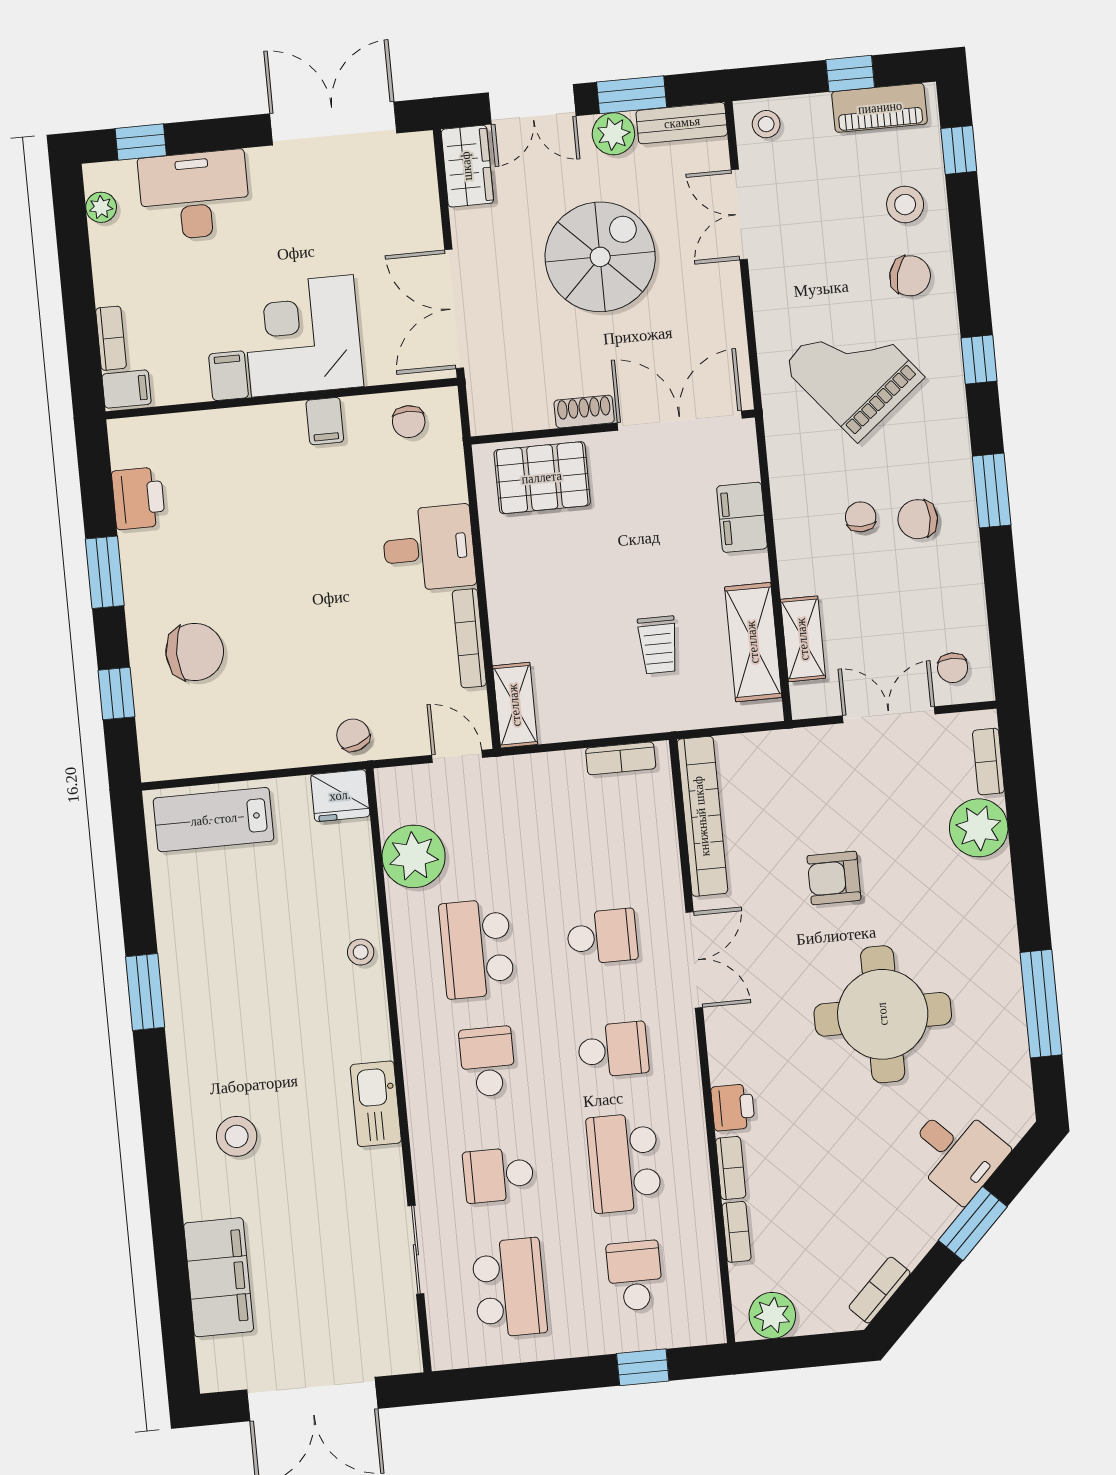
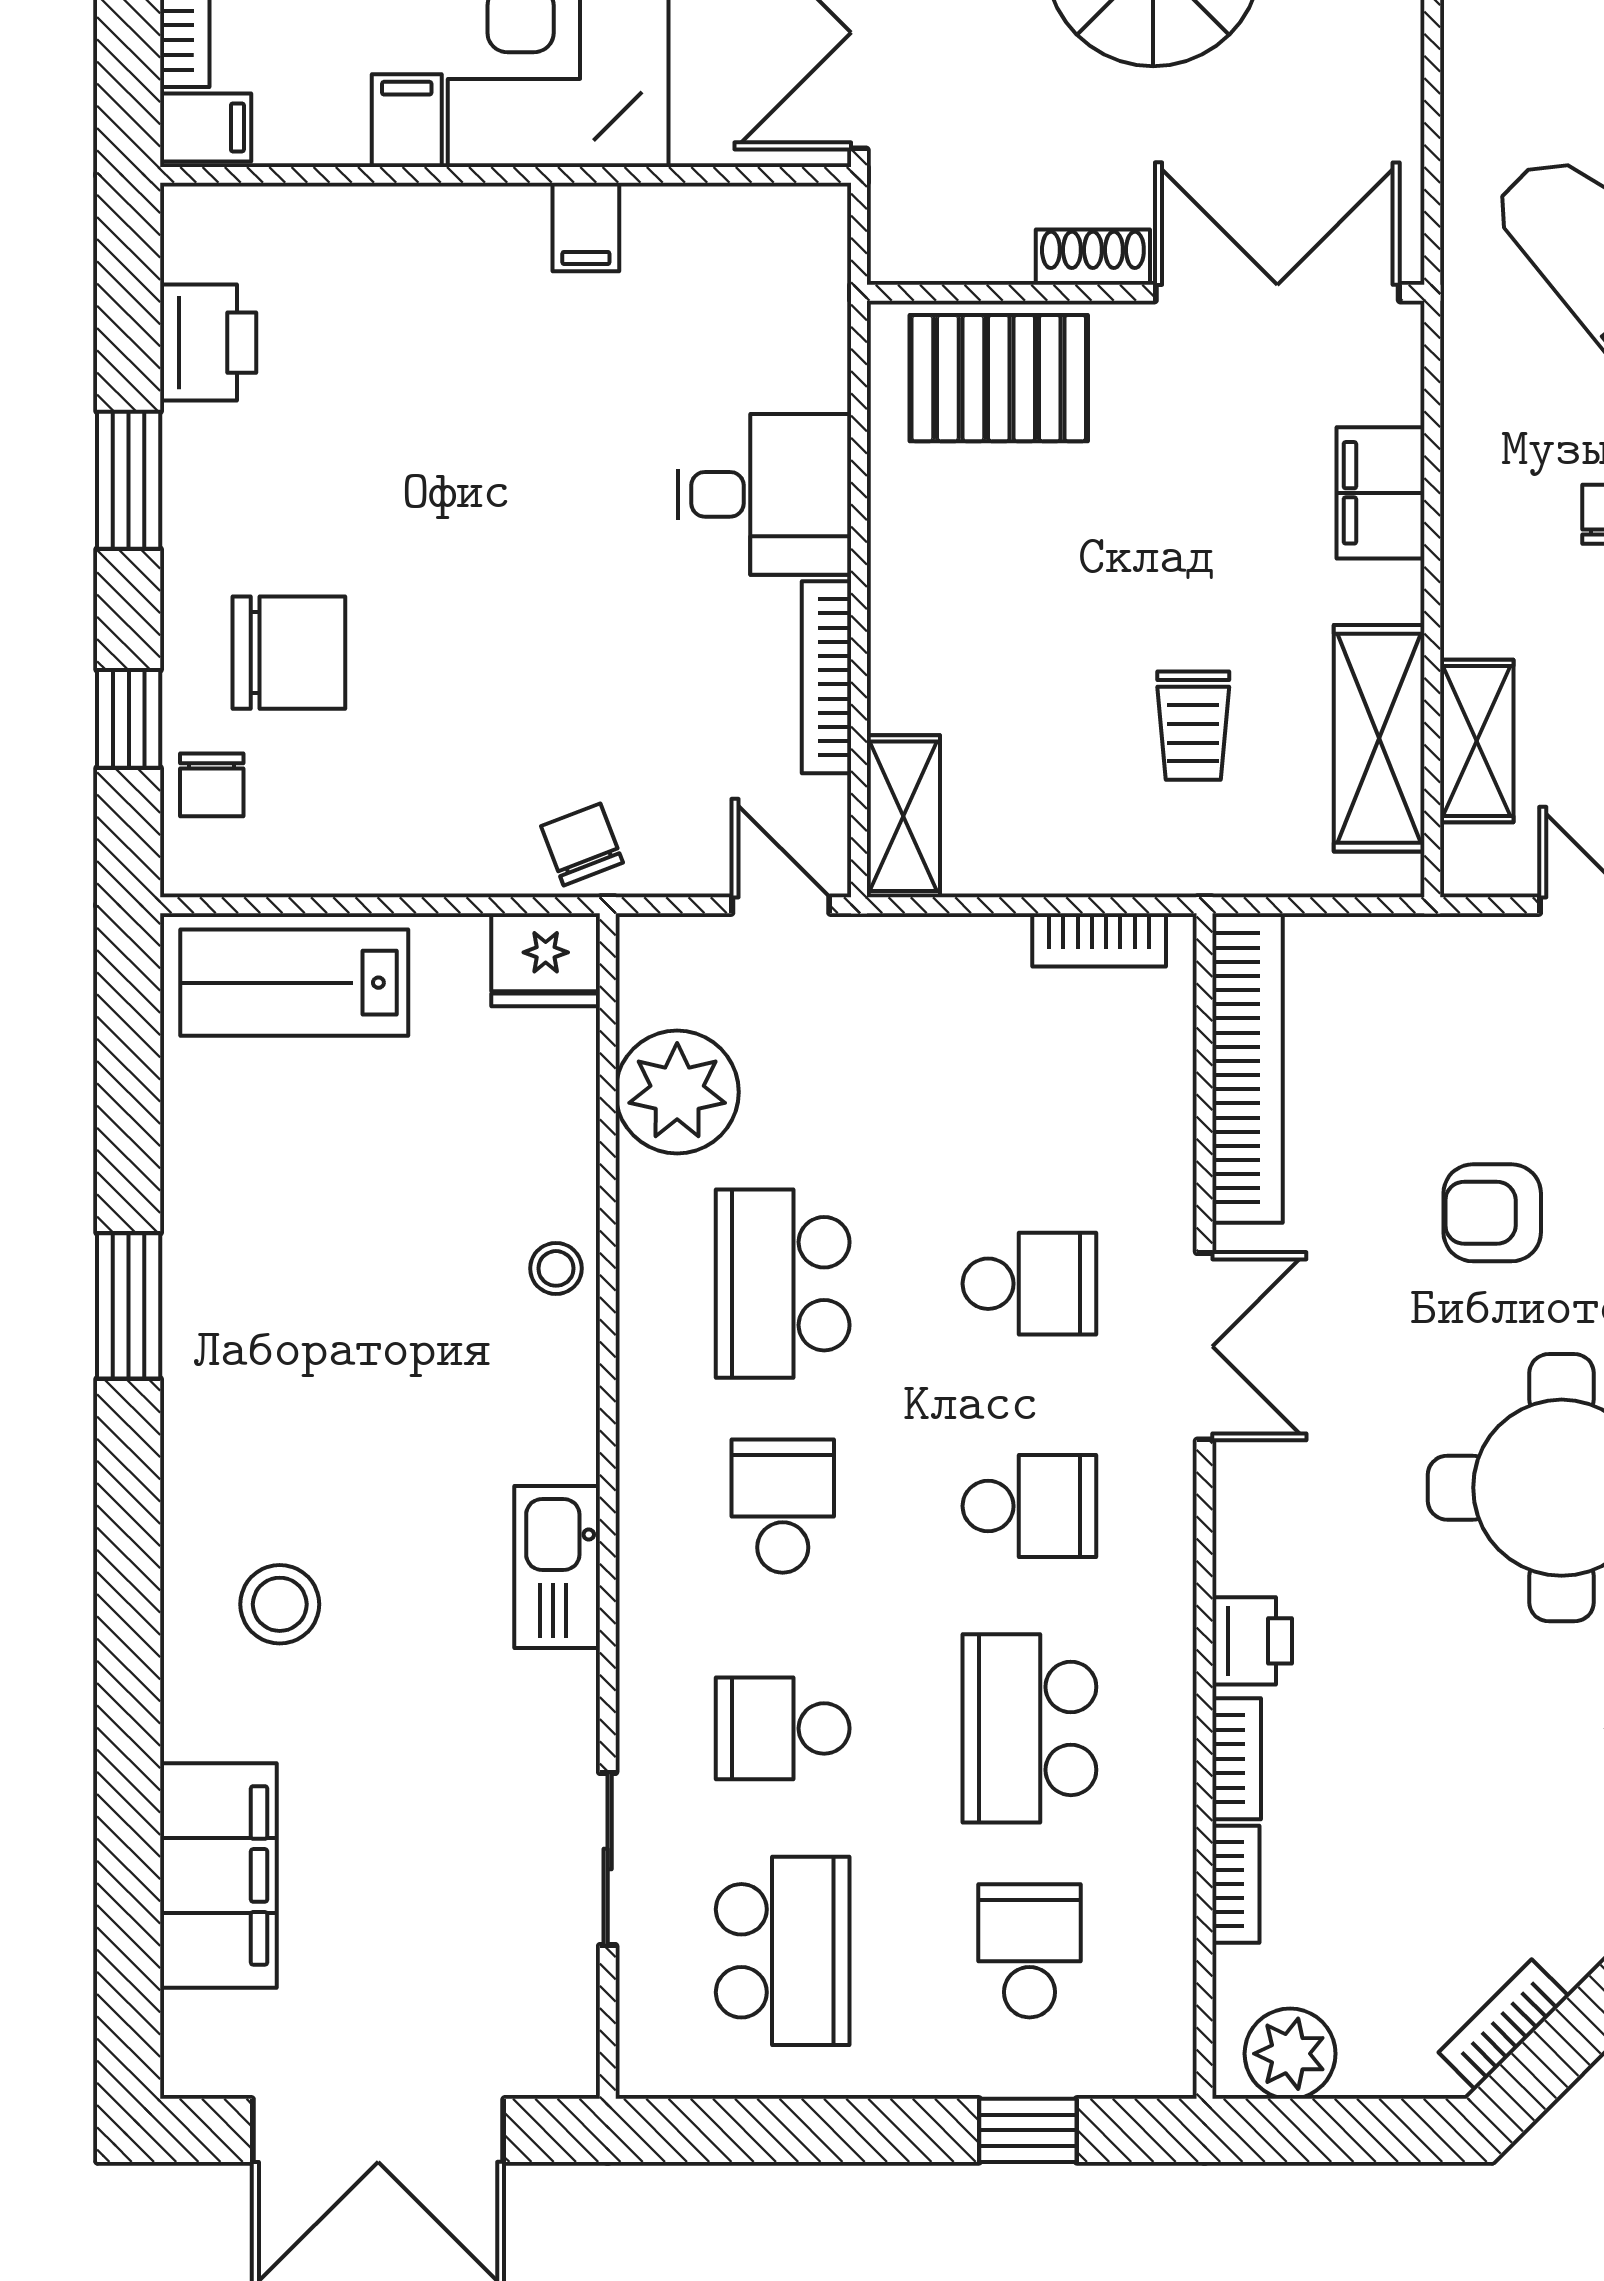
chair: (409, 422) -> (212, 785), moved

